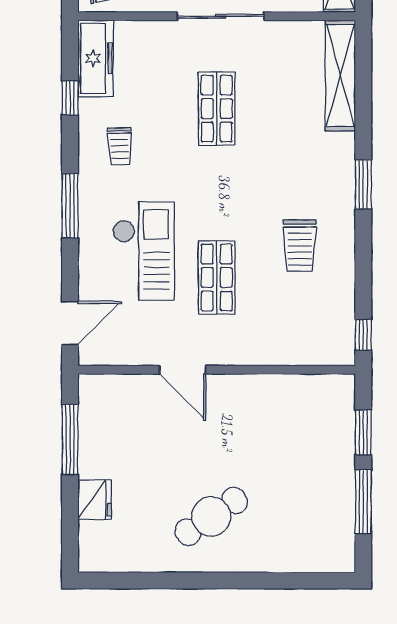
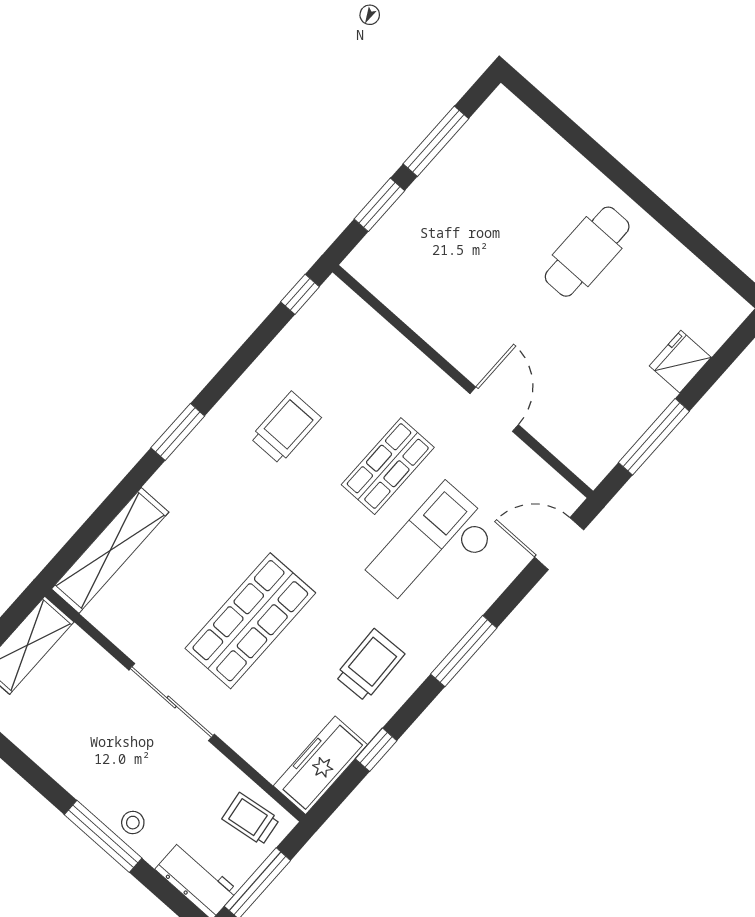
shop shelf: (217, 109) -> (250, 621), width x1.43, depth x1.36
trolley: (120, 146) -> (370, 665), width x1.36, depth x1.39
cafe table: (211, 516) -> (587, 252), turned -56

